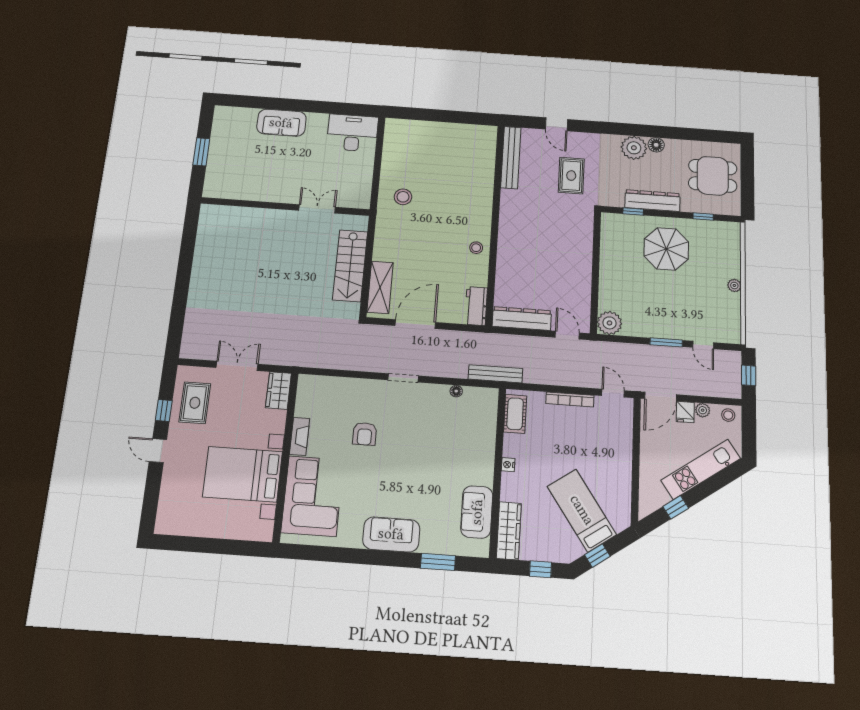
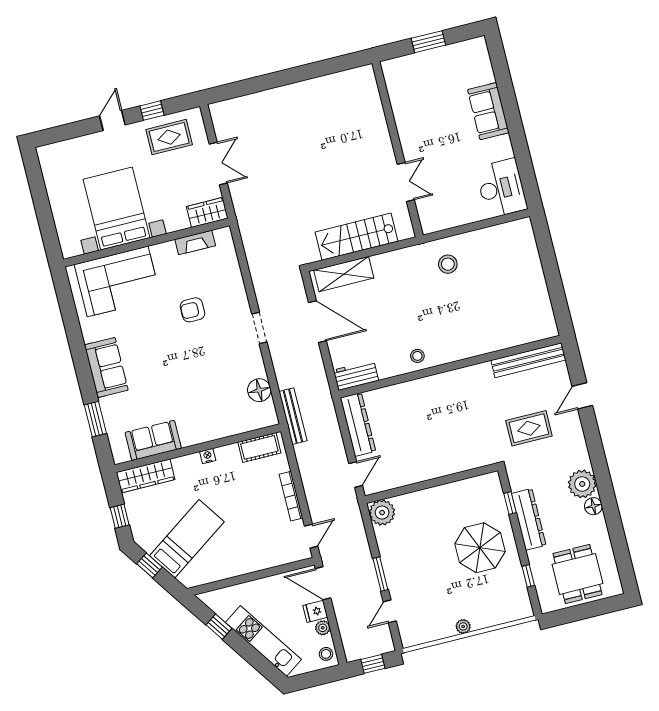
floor lamp: (456, 391) -> (259, 390), width x1.89, depth x1.89
fireplace: (300, 436) -> (195, 243), moved

